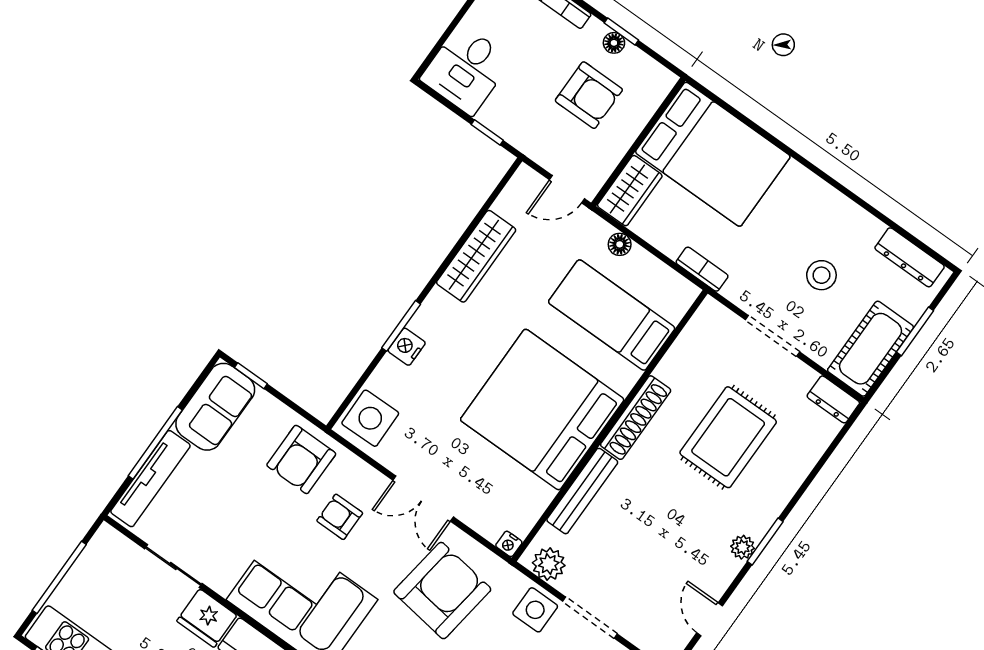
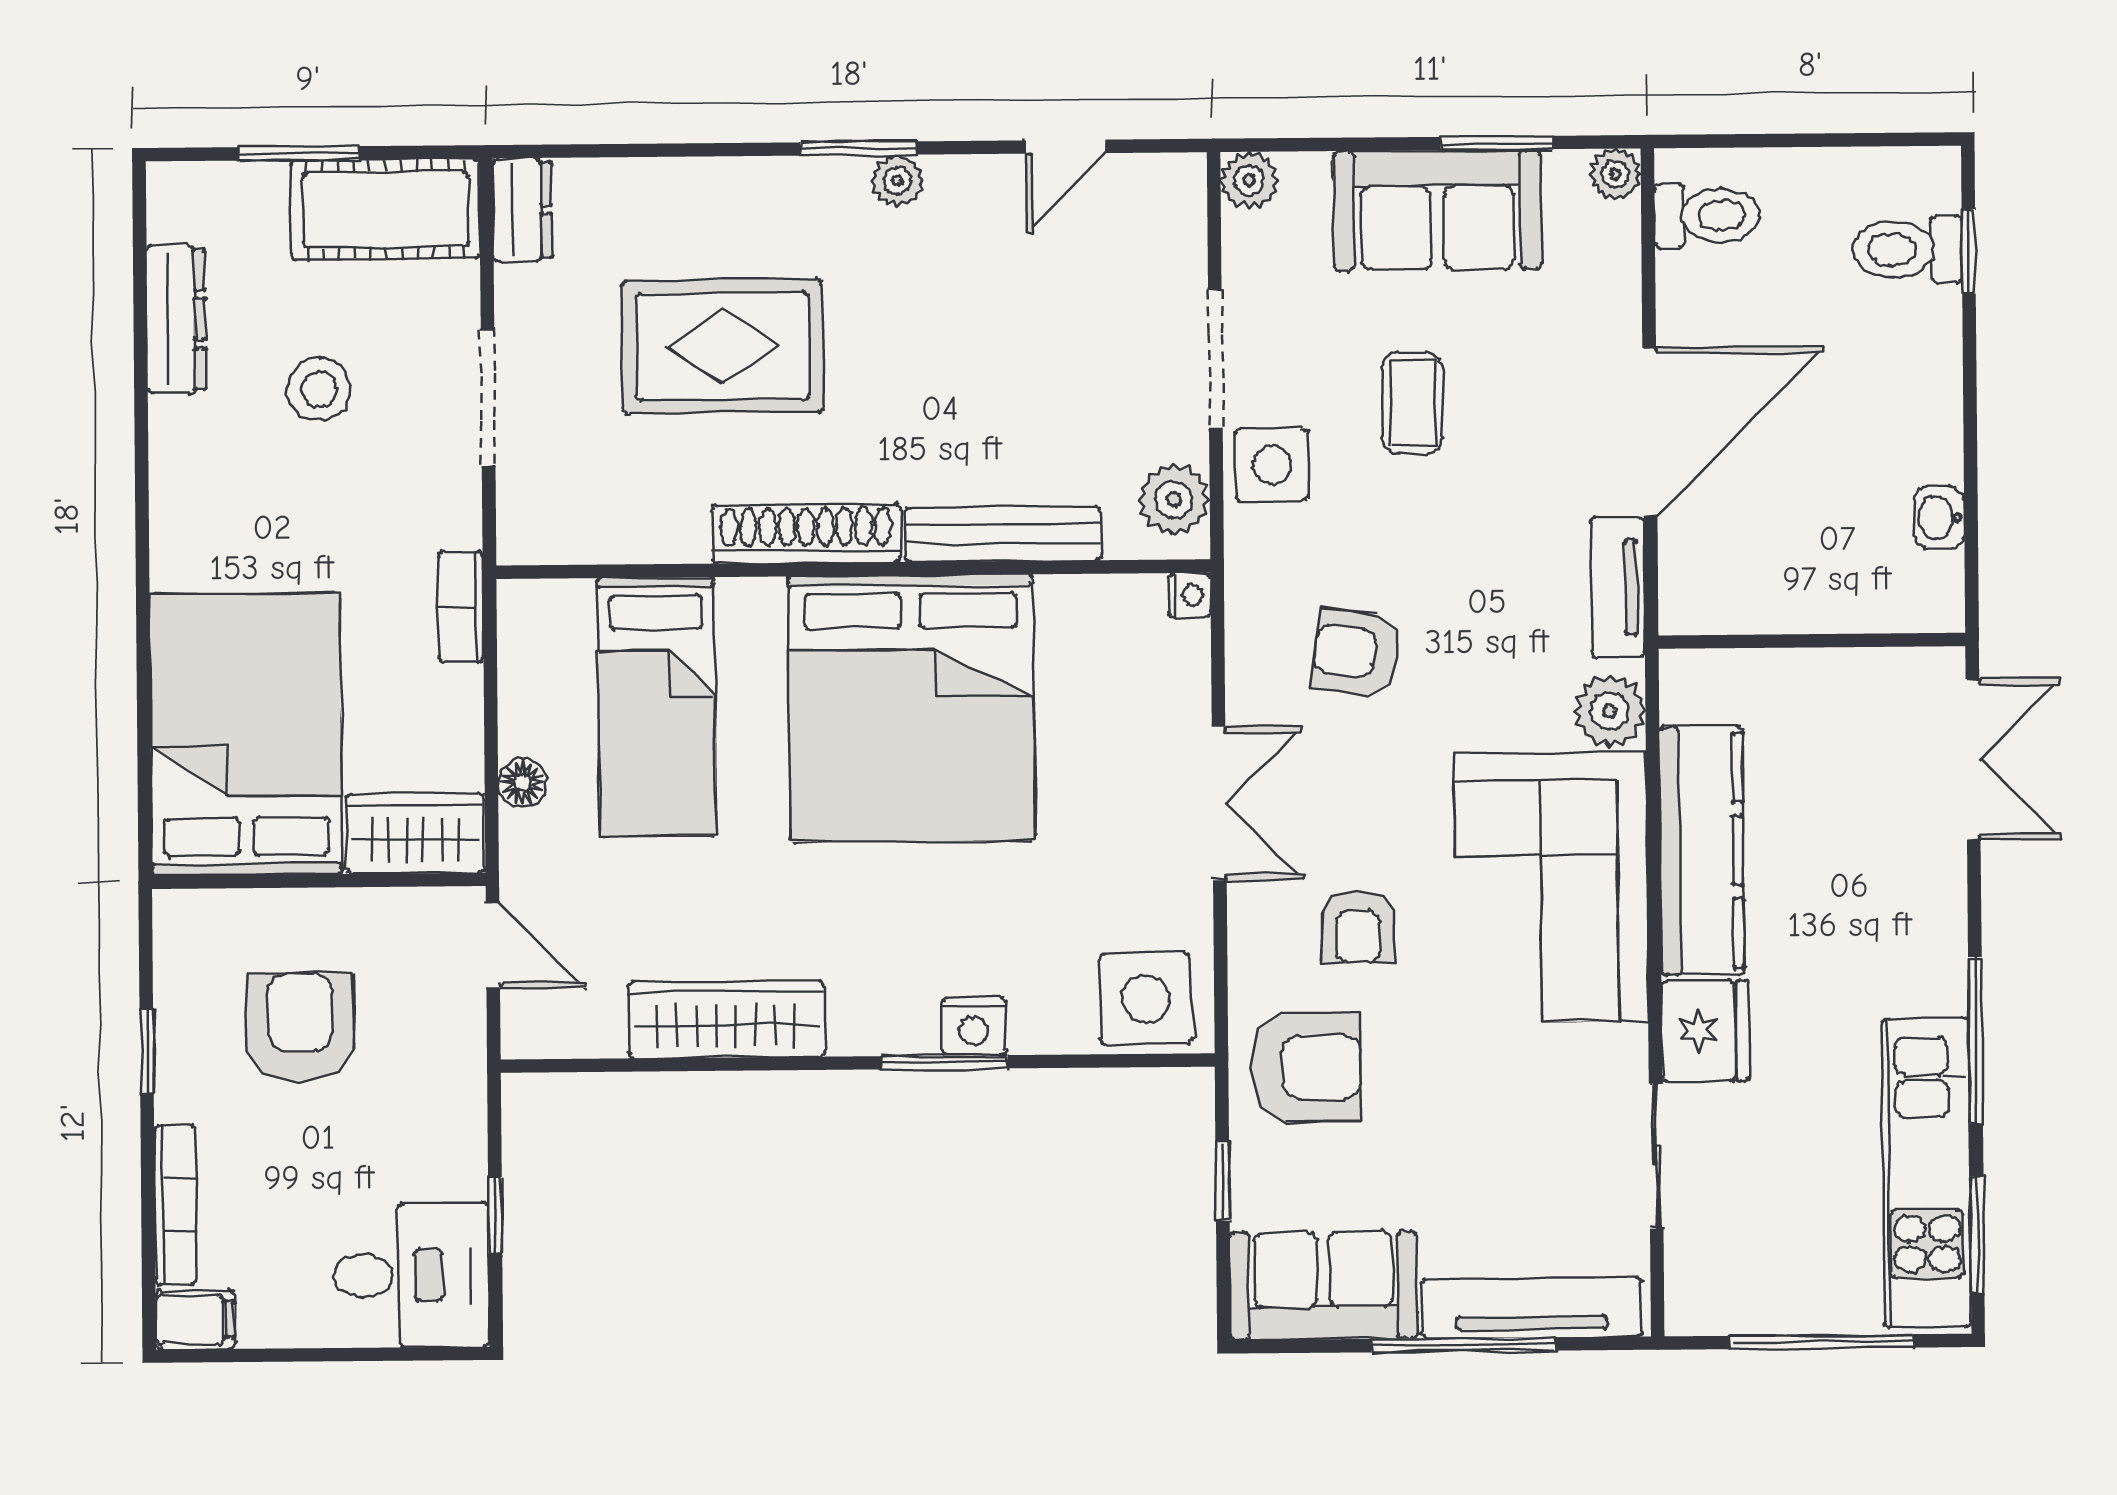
floor lamp: (614, 43) -> (176, 1050), removed
window: (487, 132) -> (495, 1216), moved
dresser: (910, 257) -> (176, 319), moved
window: (251, 376) -> (1223, 1181), moved
armchair: (442, 591) -> (1356, 653), width x0.53, depth x0.53

